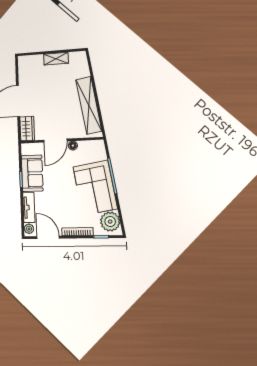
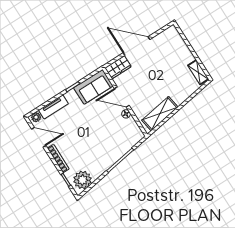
shelving: (56, 59) -> (198, 72), moved
shelving: (89, 105) -> (160, 114), width x0.68
sofa: (32, 173) -> (93, 87), moved
corner sofa: (95, 188) -> (102, 152), removed
door: (48, 237) -> (39, 137), hinge flipped

